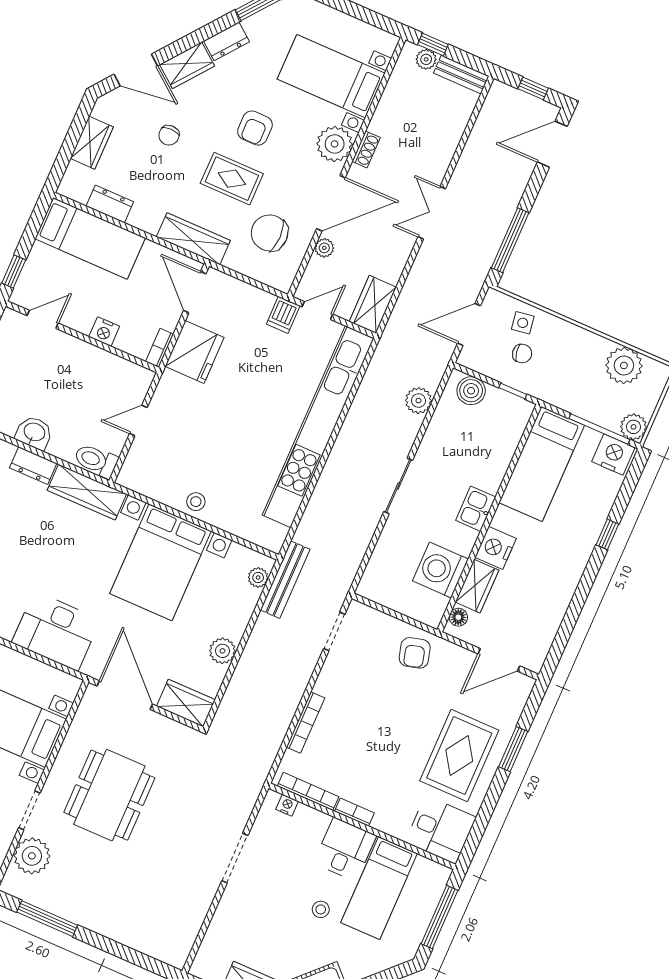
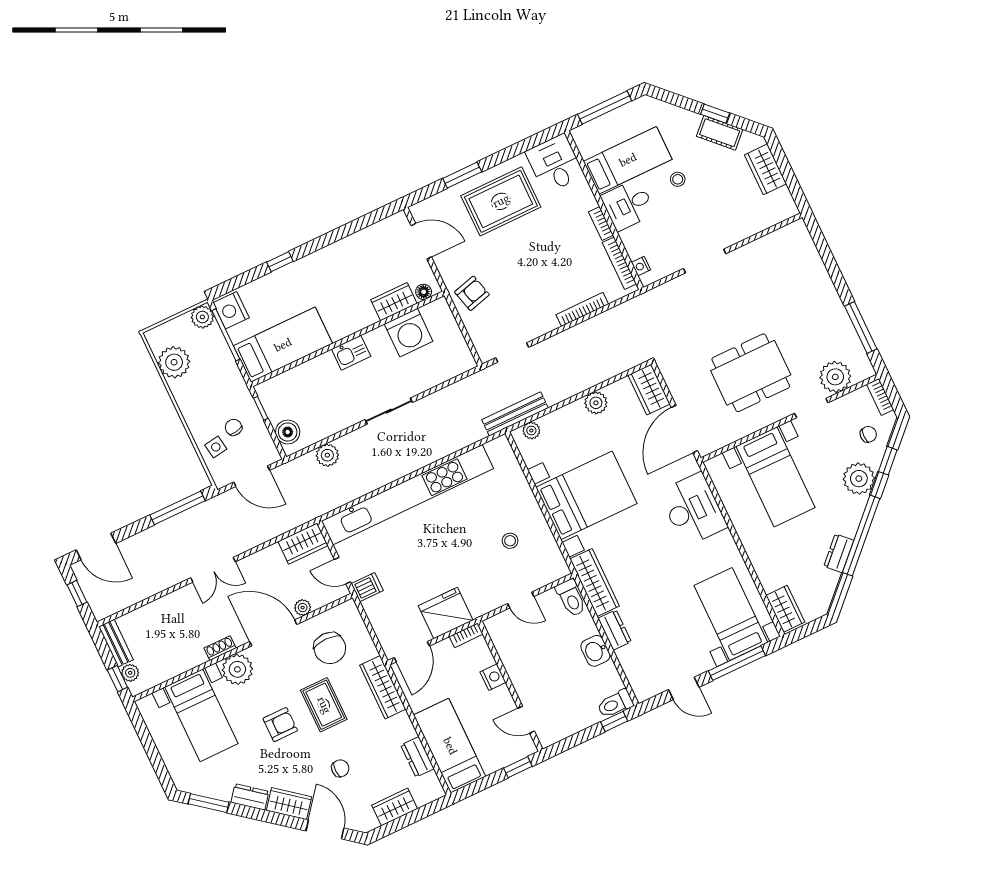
stool: (196, 502) -> (510, 541), moved
nightstand: (495, 548) -> (360, 316), removed

